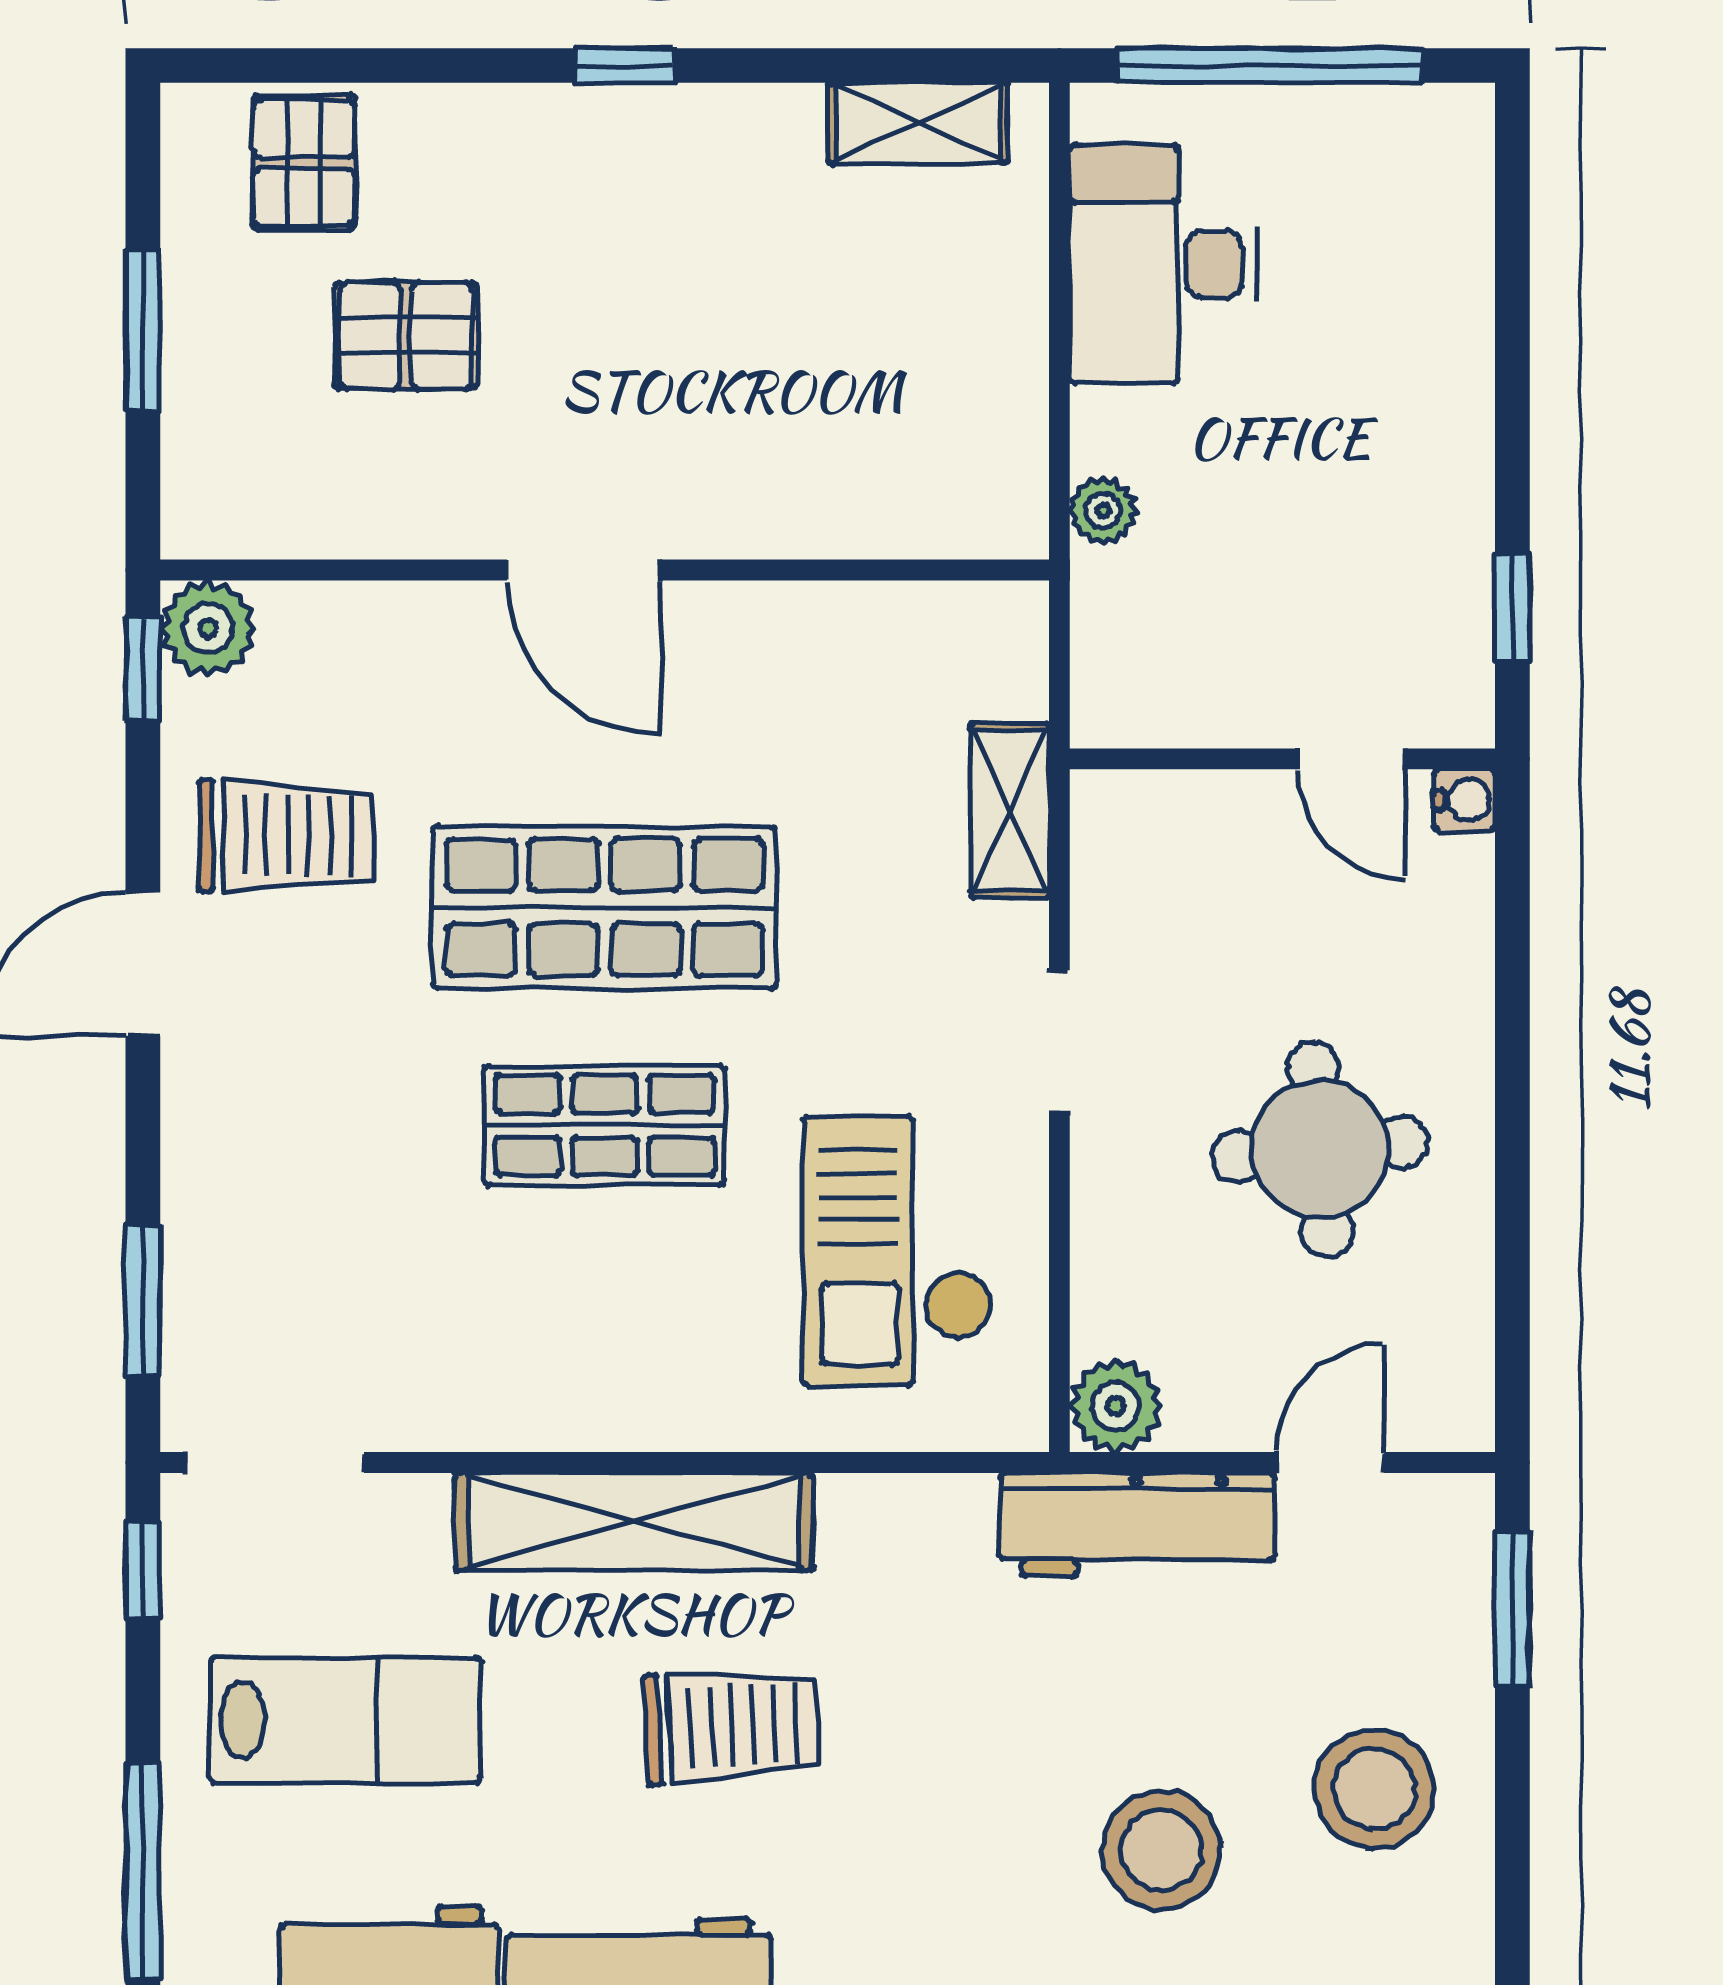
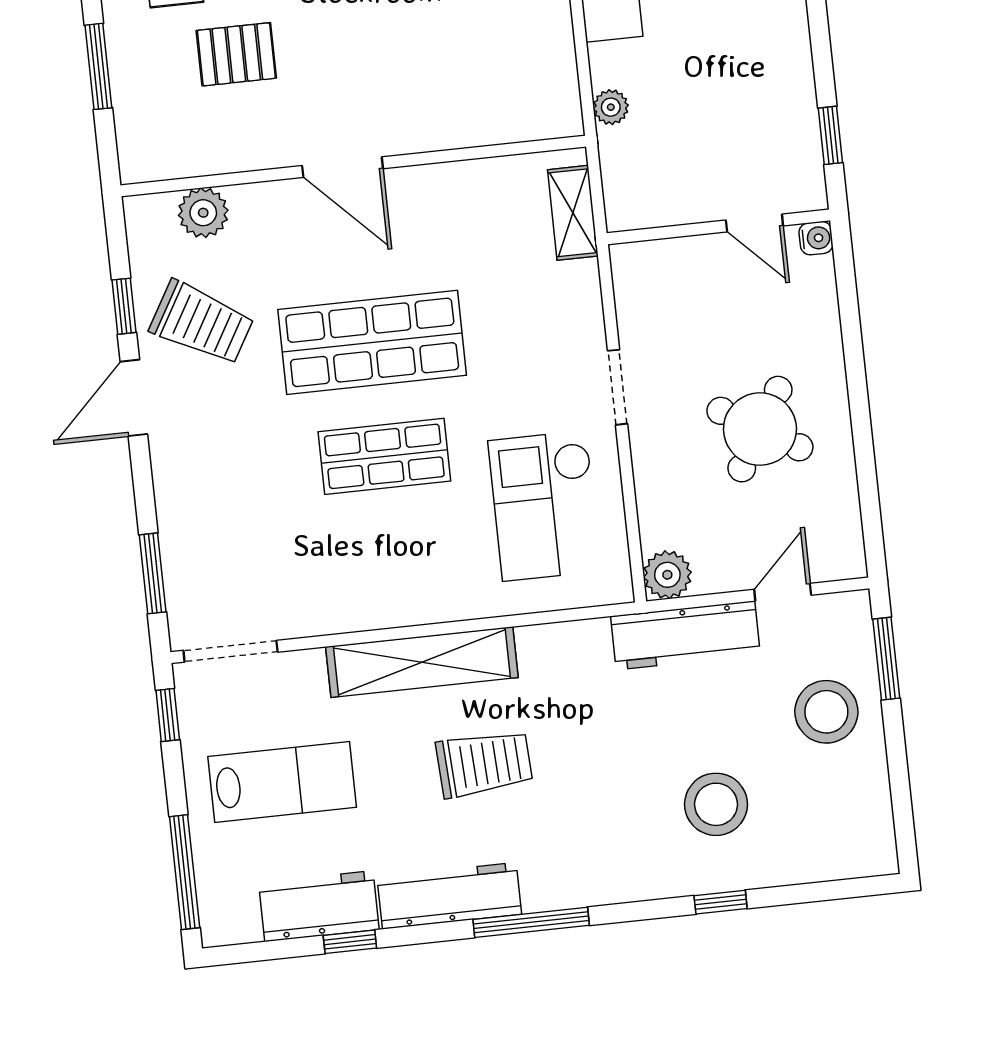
plant: (208, 628) -> (203, 213), moved
window: (143, 669) -> (124, 306), moved
shelving: (1010, 811) -> (573, 213), moved
trolley: (286, 836) -> (202, 323), turned 30
round table: (1320, 1149) -> (760, 429), turned 36
stool: (1374, 1789) -> (826, 712), moved

